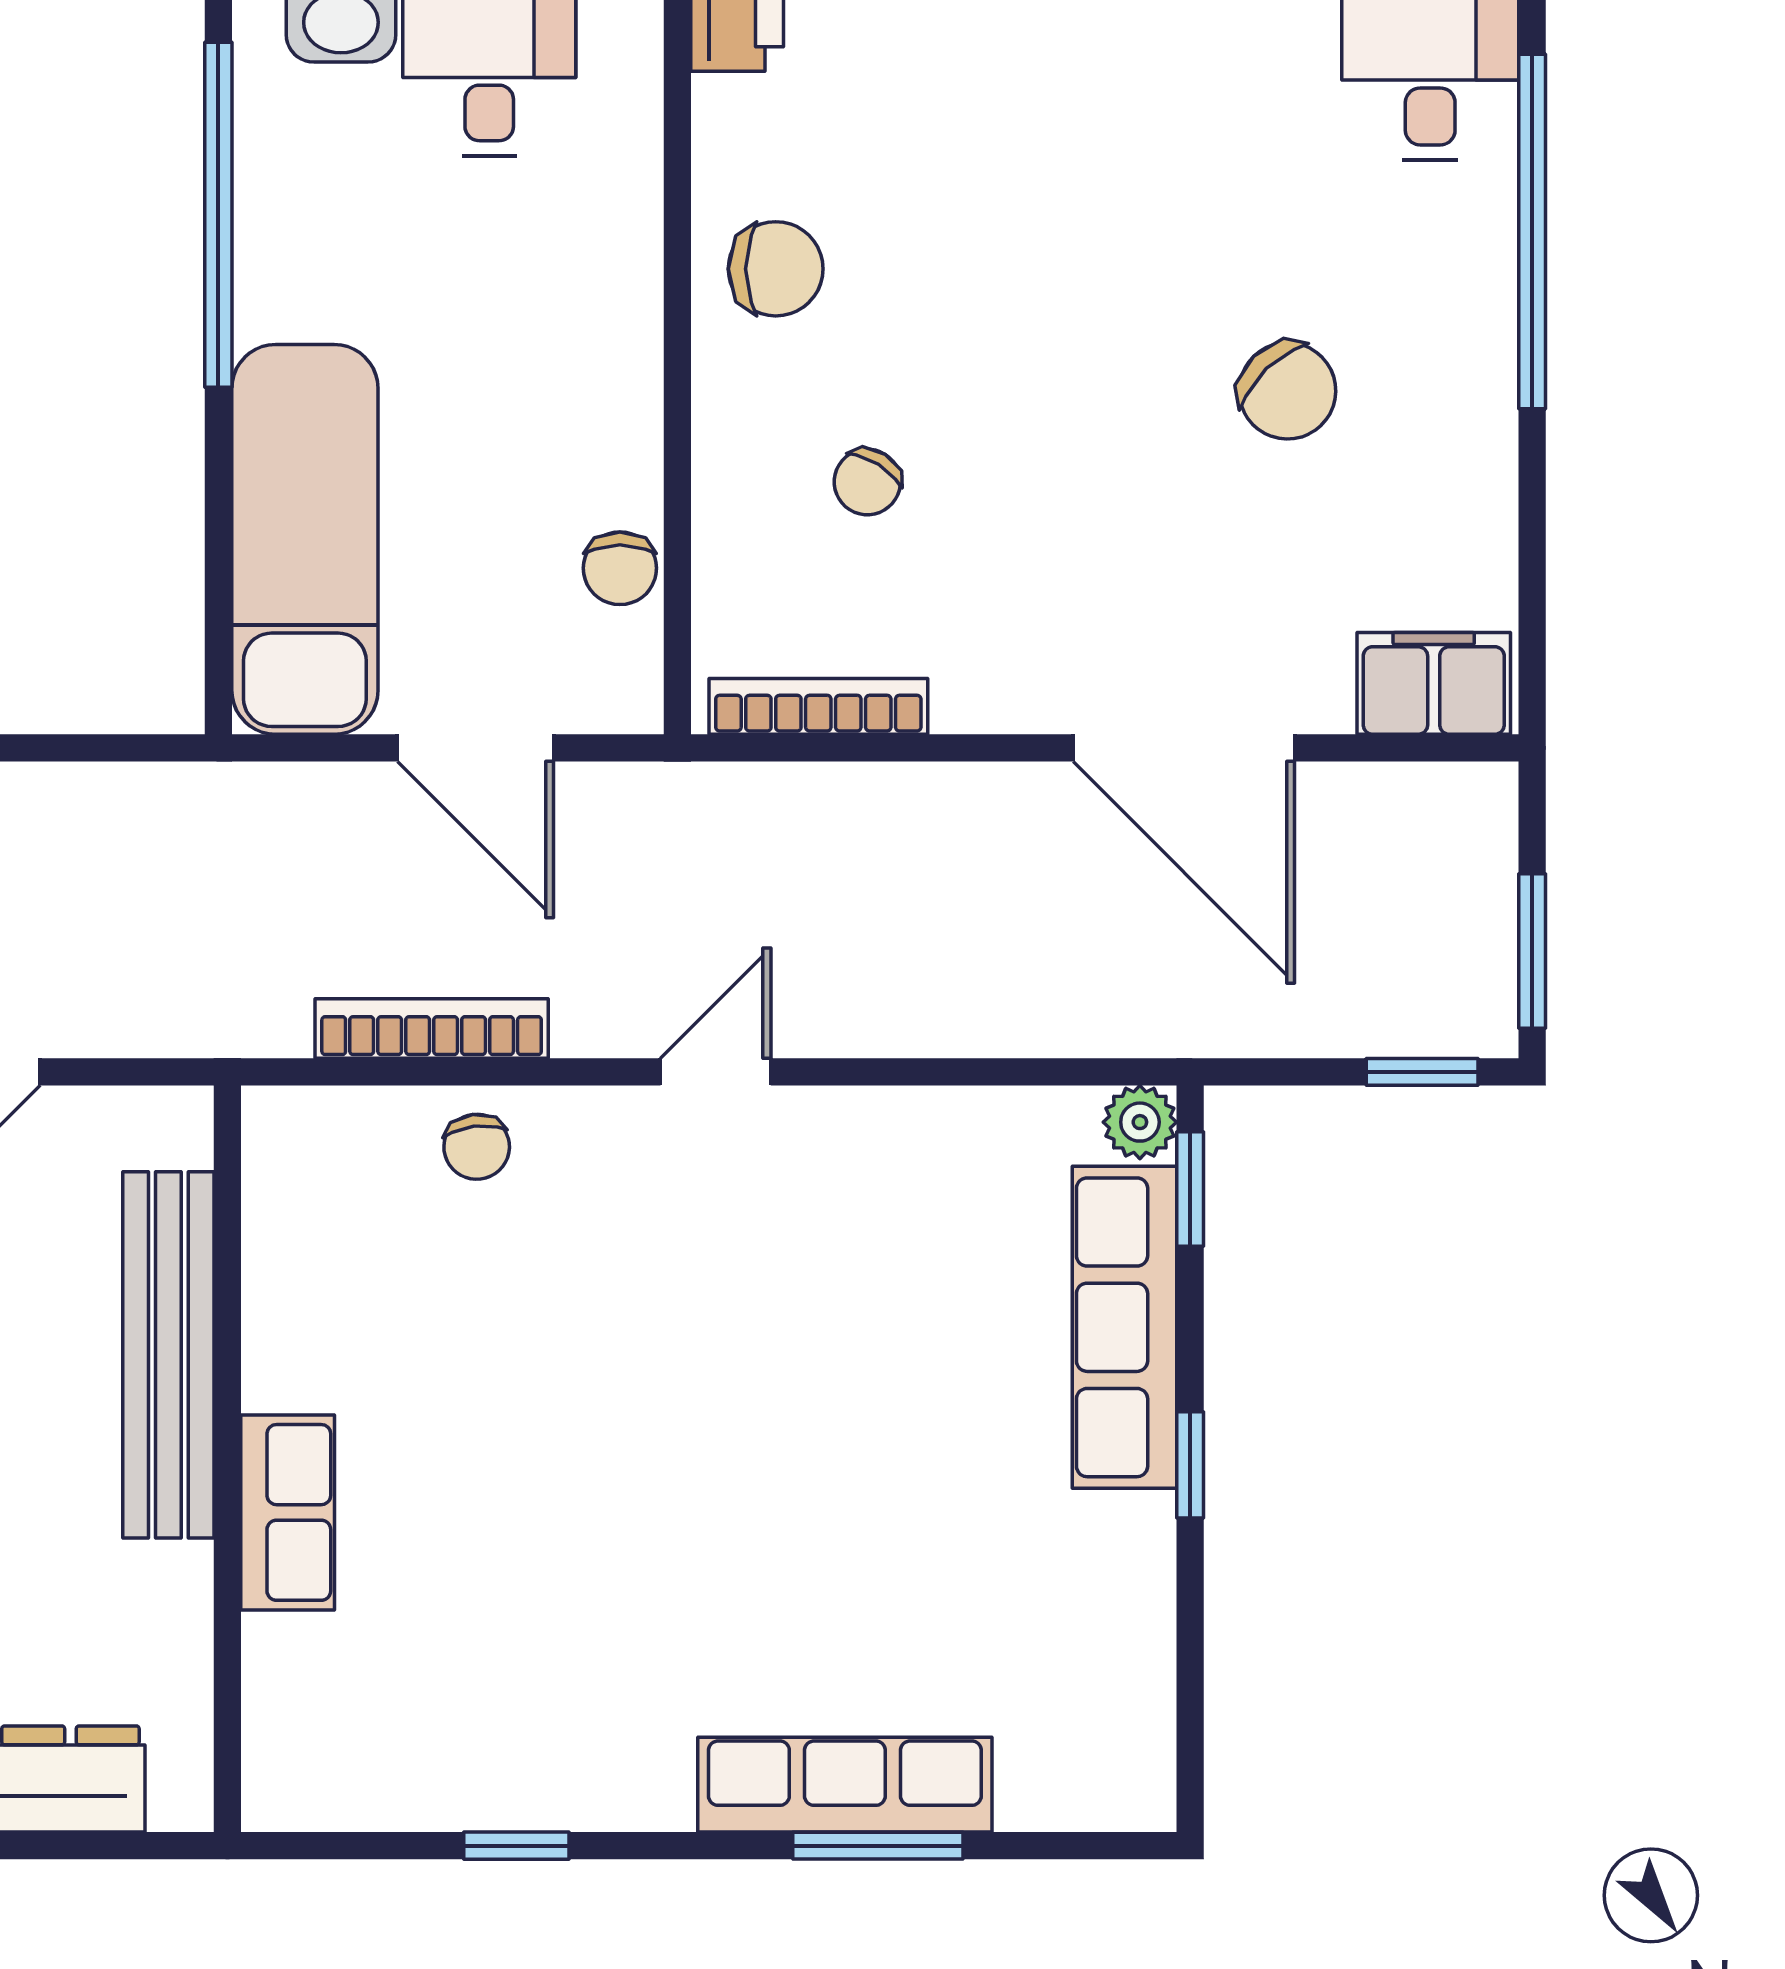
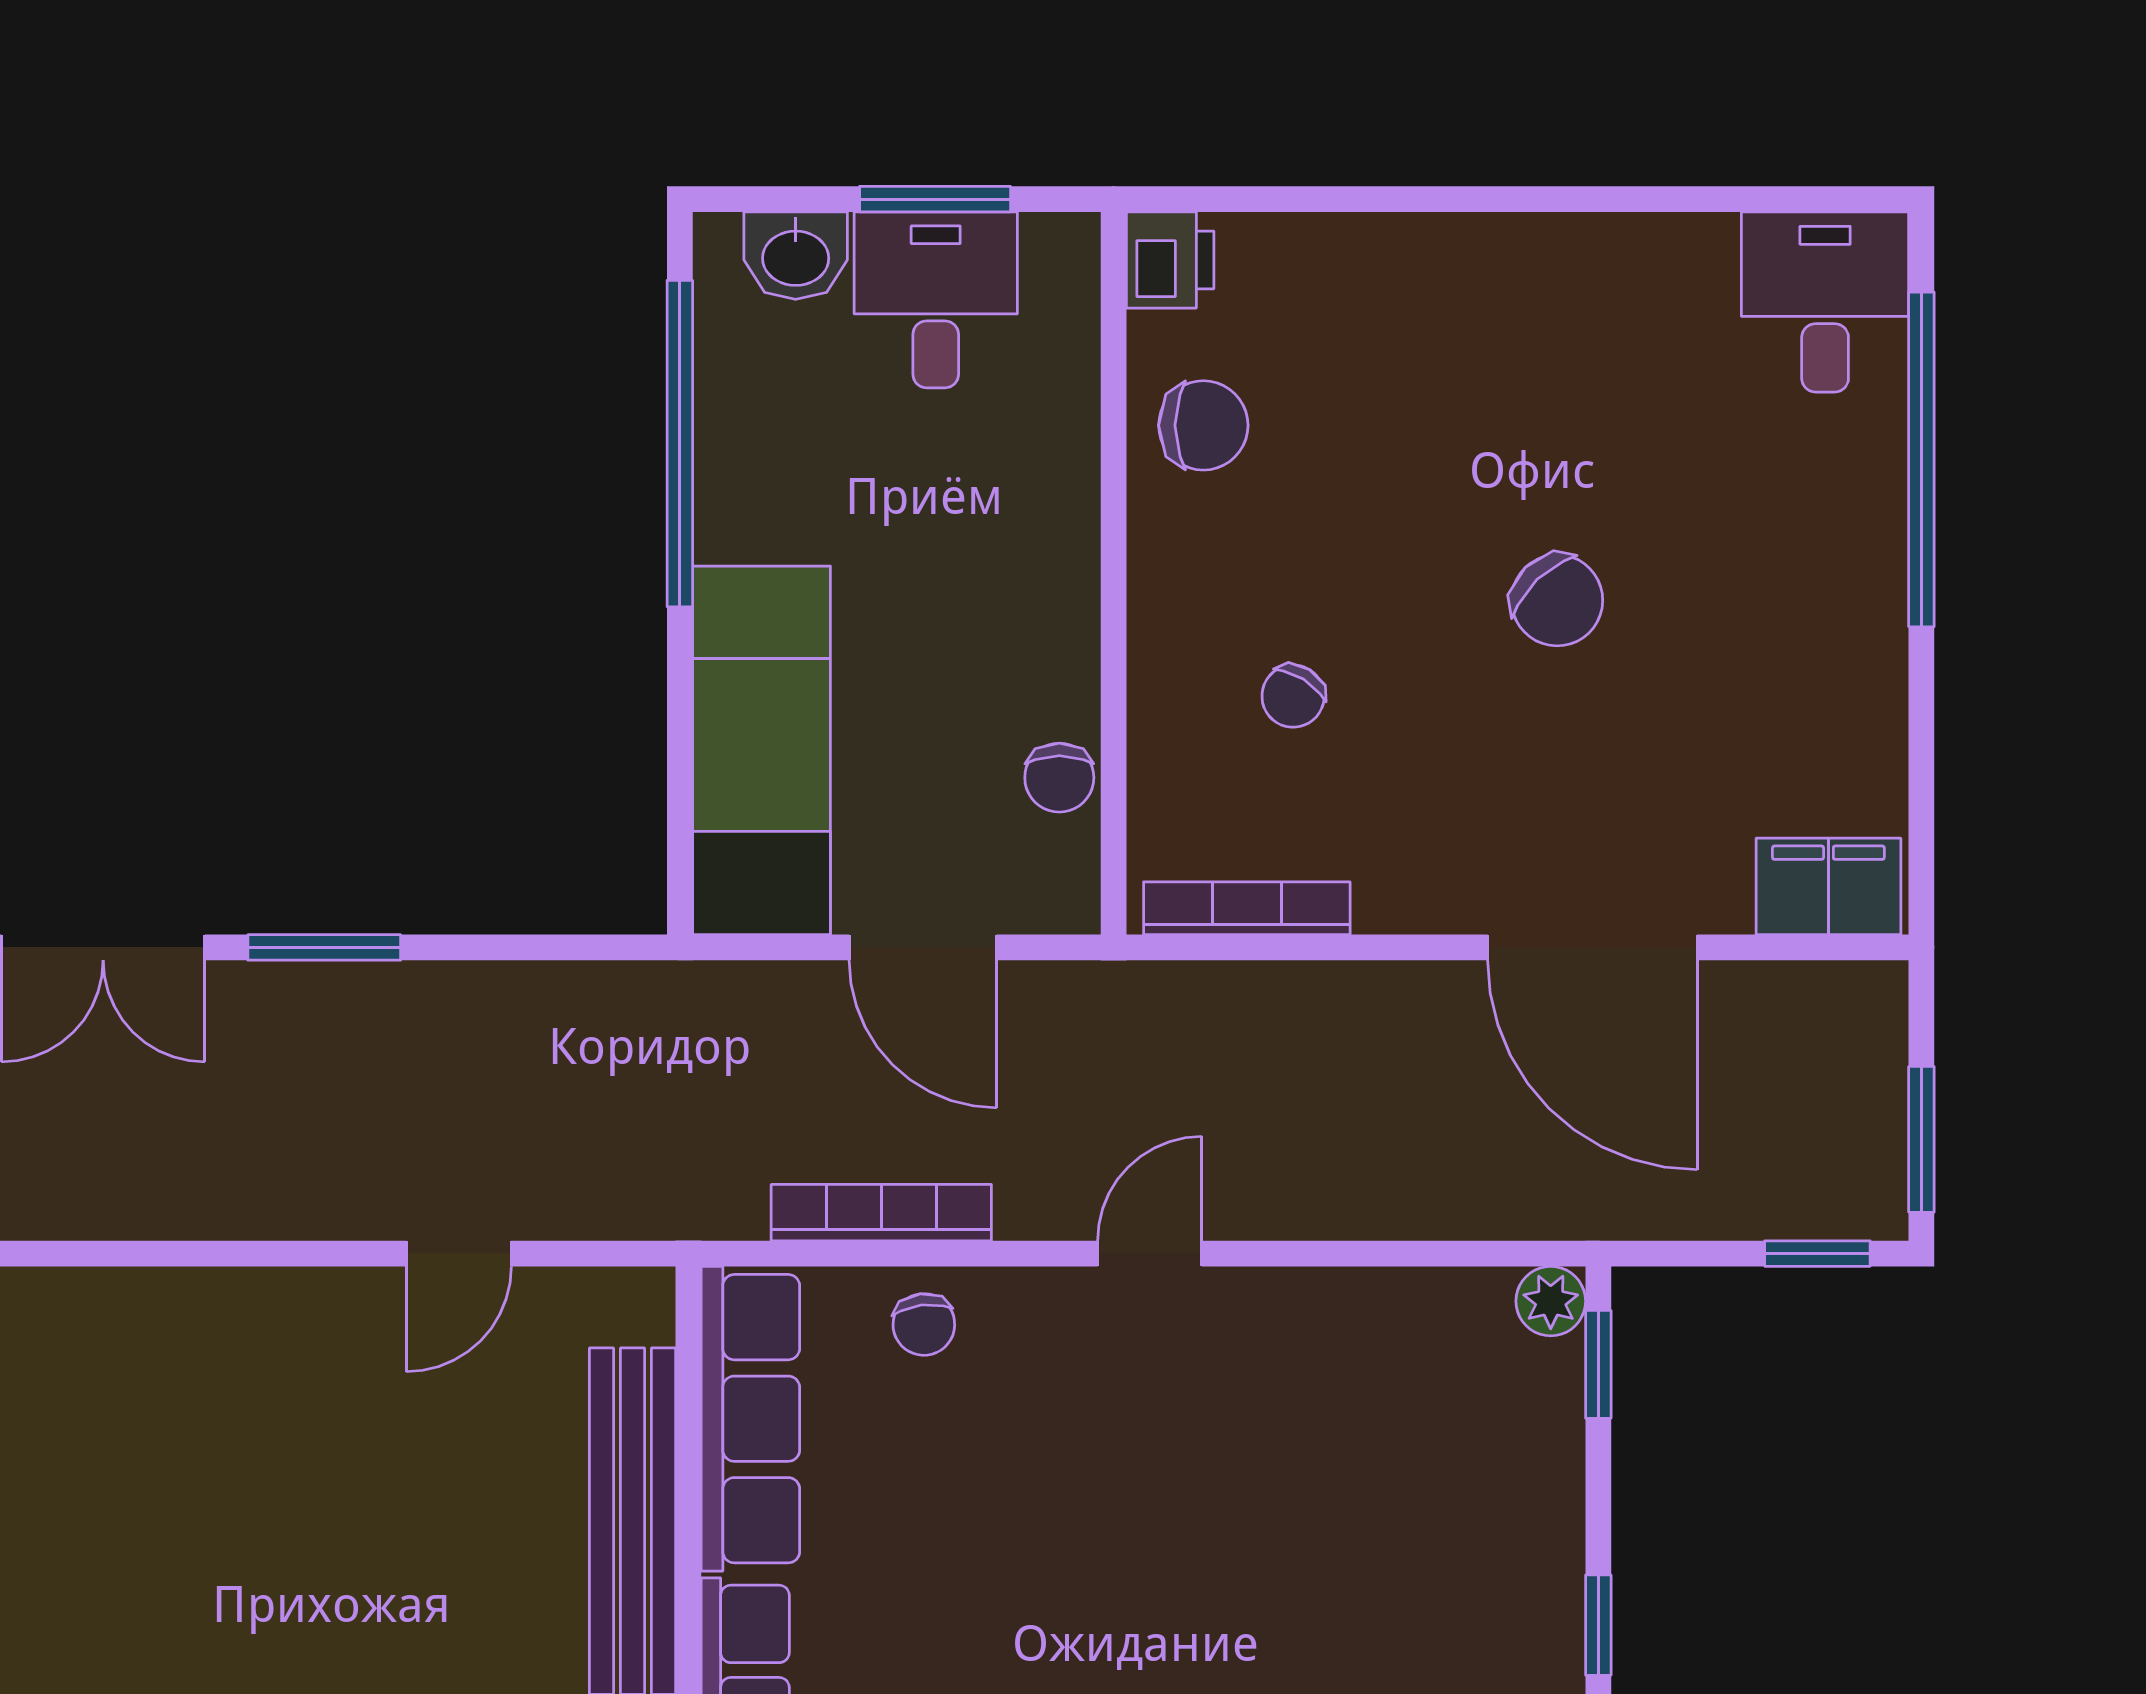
chair: (776, 269) -> (1203, 425), moved
chair: (1287, 391) -> (1557, 600), moved
row of seats: (1125, 1327) -> (750, 1419), moved, turned 180

